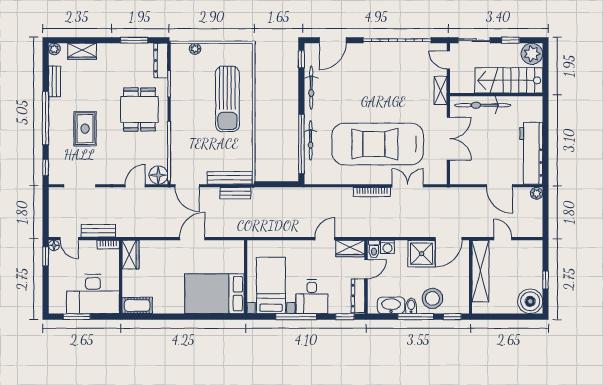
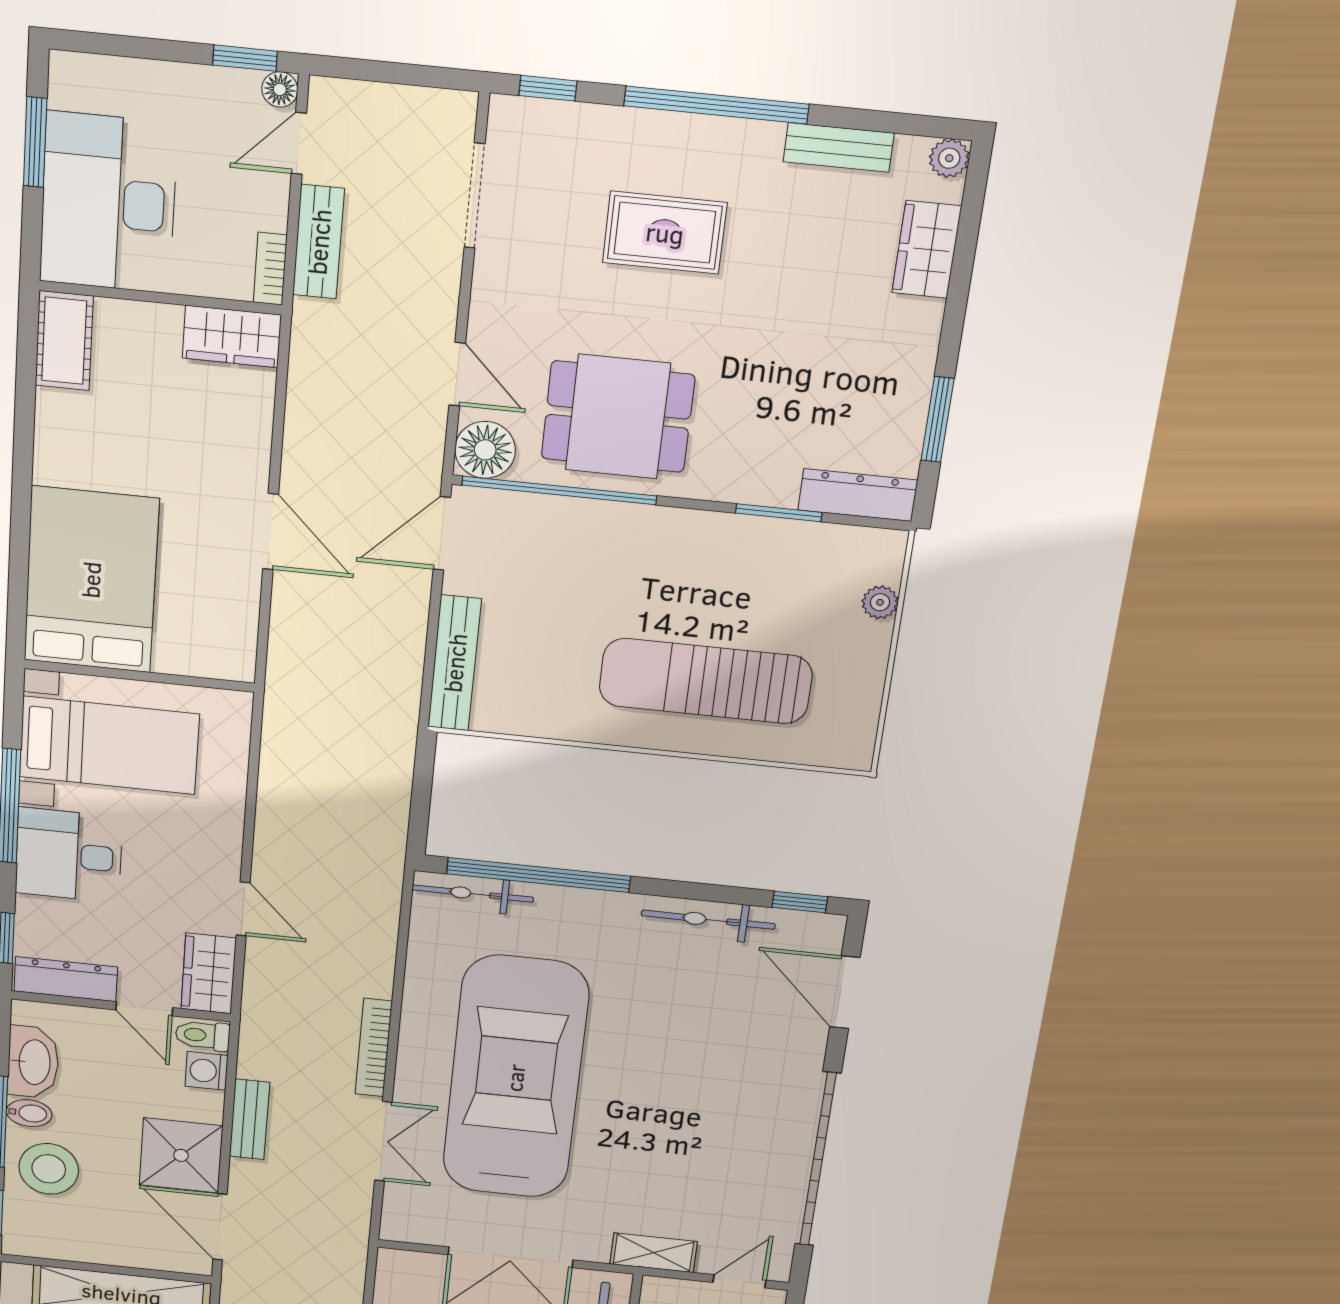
dining table: (139, 109) -> (618, 417), moved
bicycle: (311, 140) -> (473, 894), moved
bench: (235, 193) -> (249, 1119), moved

